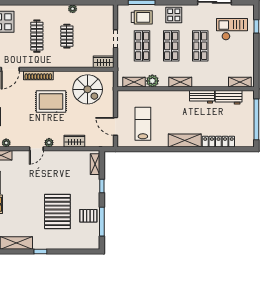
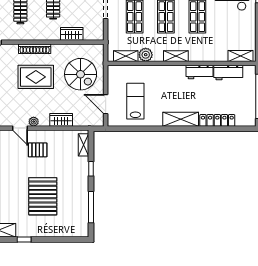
wardrobe: (104, 62) -> (72, 34), moved
shoe rack: (38, 75) -> (35, 49), moved
spiral stairs: (88, 89) -> (81, 74), moved
door: (36, 149) -> (20, 128), hinge flipped
pallet: (88, 216) -> (38, 150), moved

